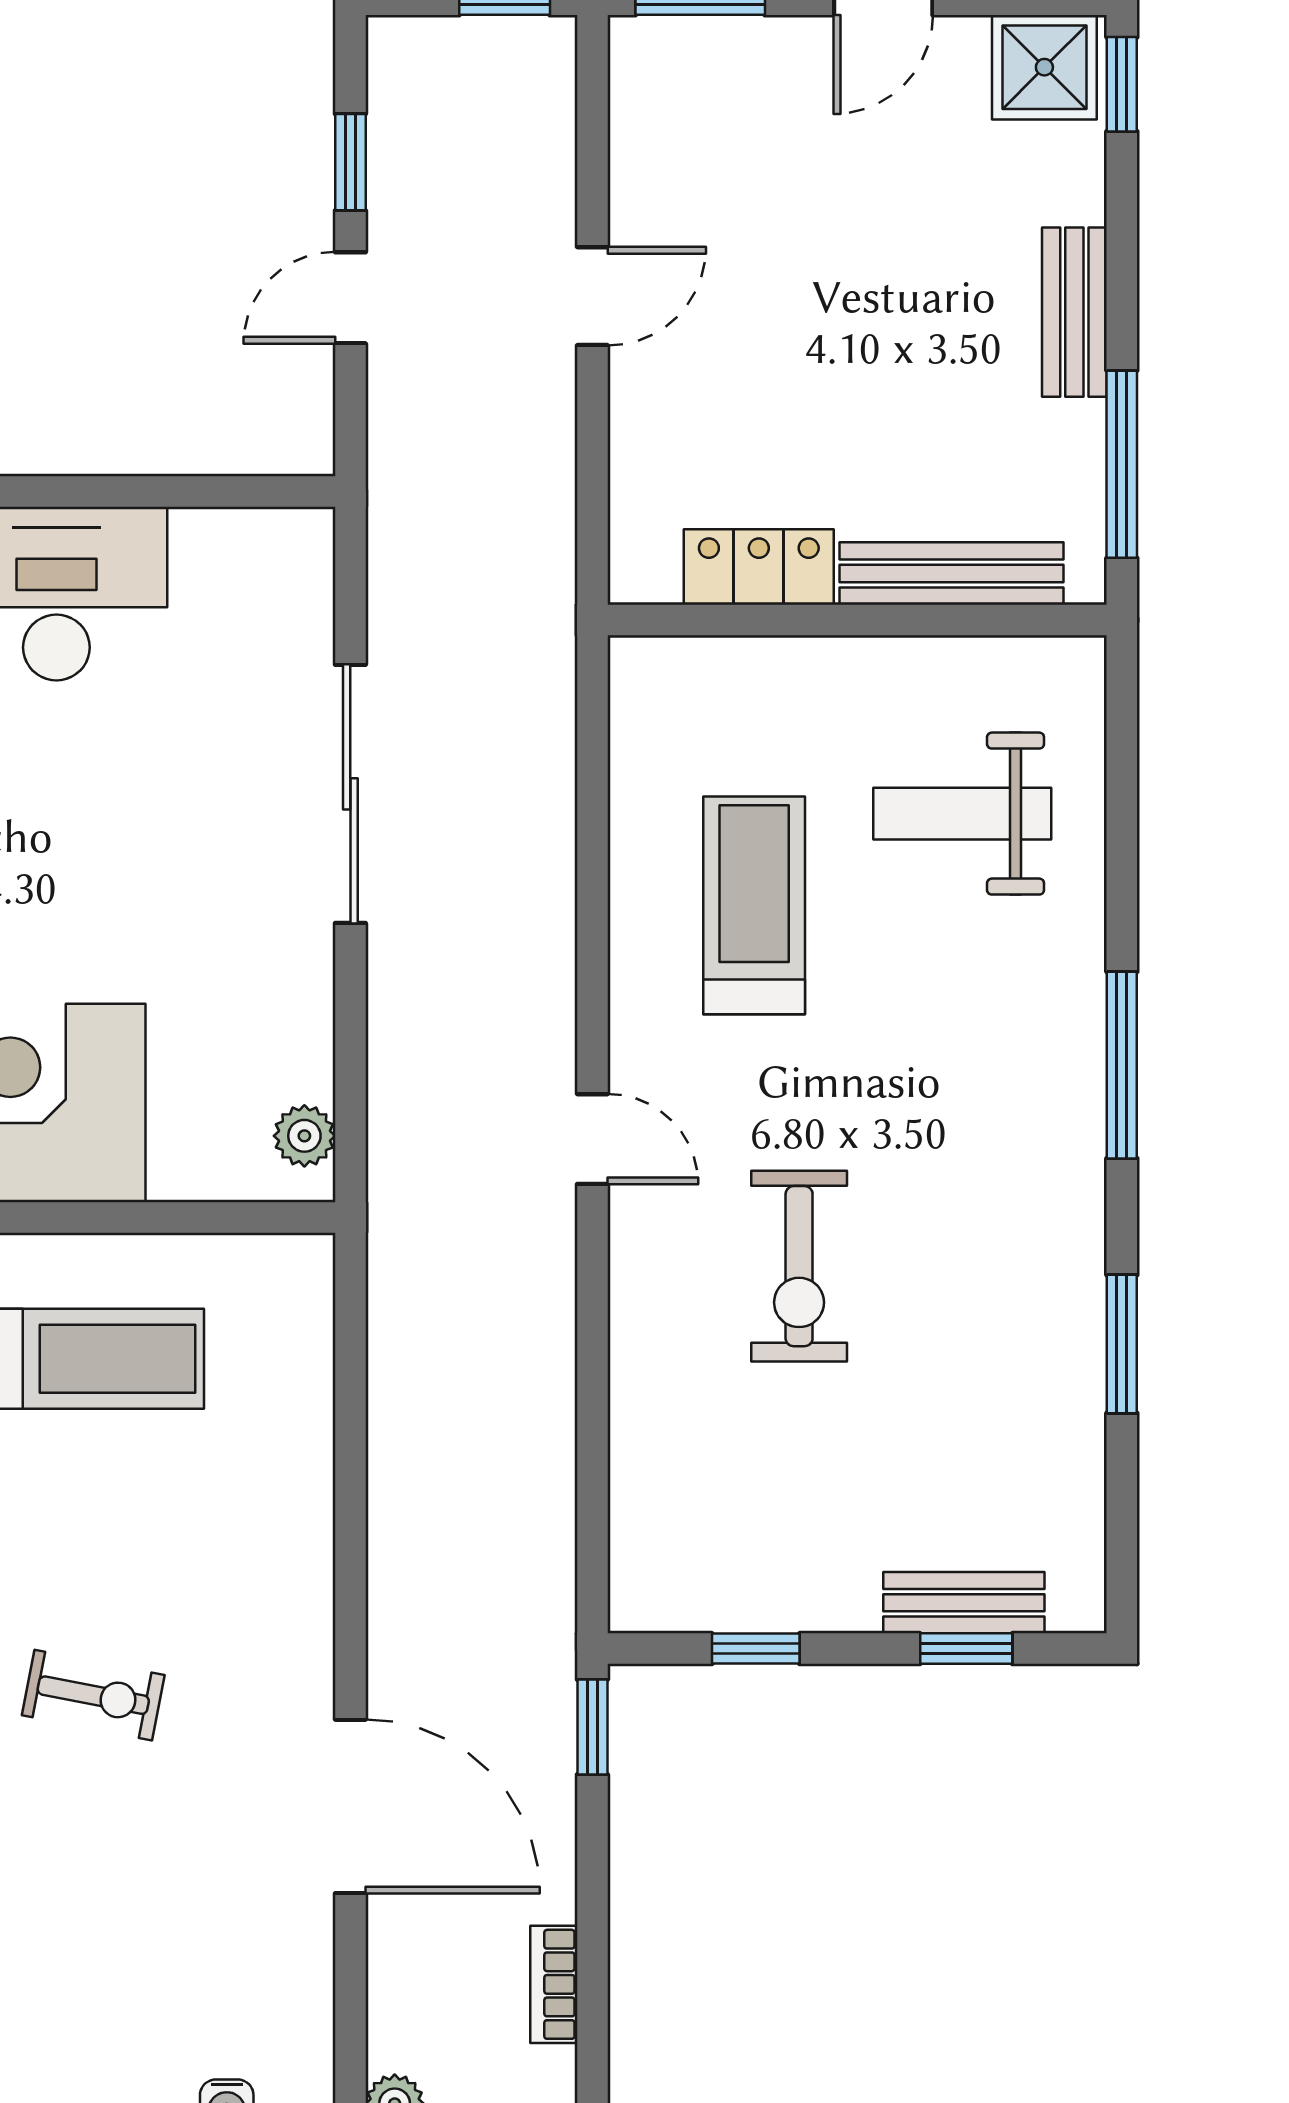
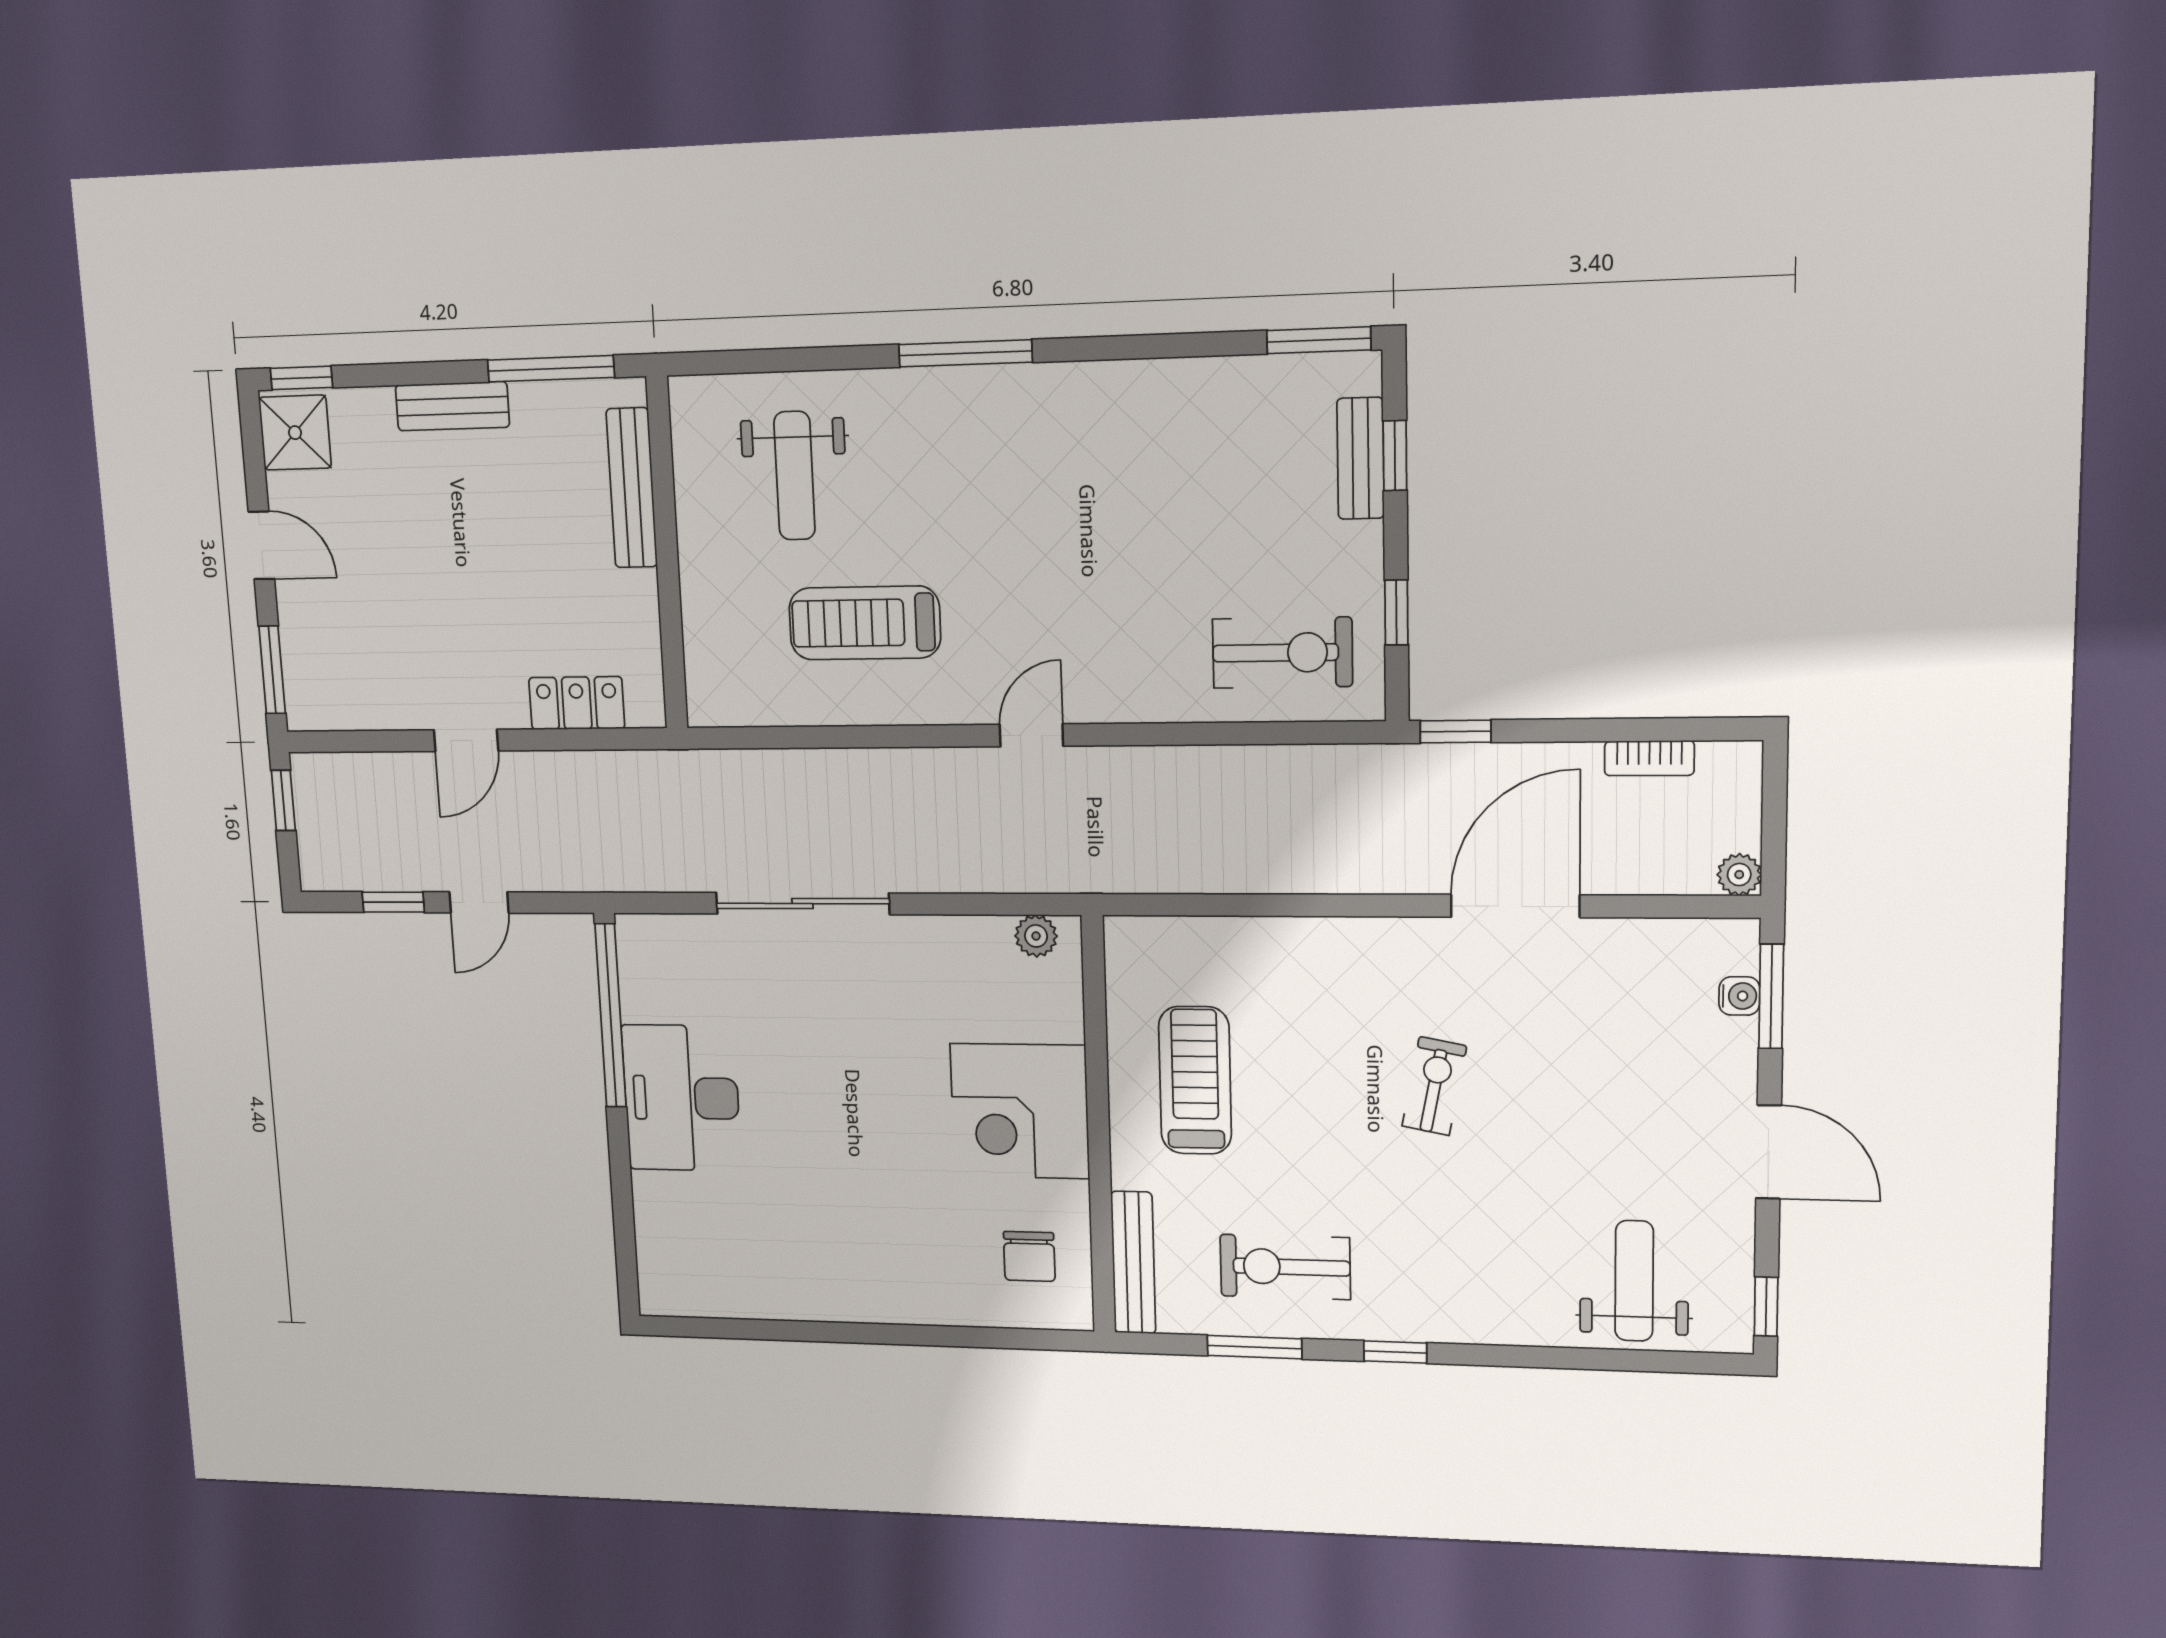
door: (592, 296) -> (466, 740), swing flipped
door: (350, 298) -> (479, 902), hinge flipped
window: (180, 491) -> (611, 1016), added
locker: (759, 567) -> (577, 703), moved, turned 90
exercise bike: (799, 1266) -> (1282, 653), moved
window: (1122, 1344) -> (1319, 340), moved

